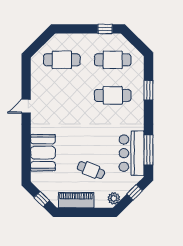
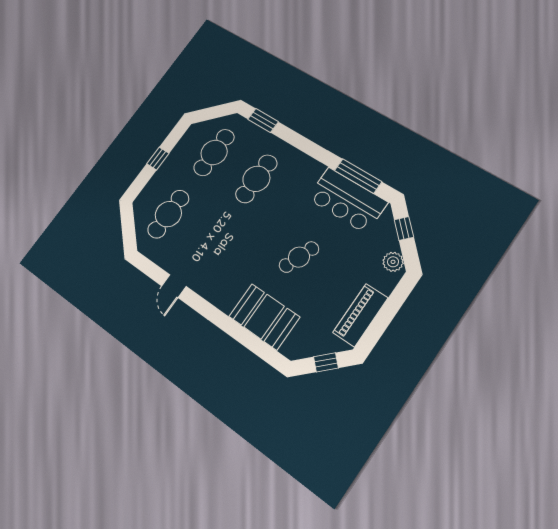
window: (105, 29) -> (158, 159), moved
window: (148, 90) -> (263, 120), moved
door: (26, 106) -> (174, 286), moved
cafe table: (91, 170) -> (299, 257), moved

